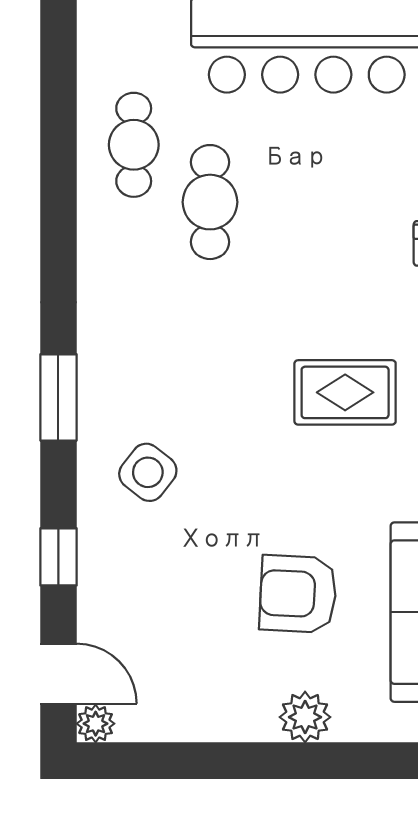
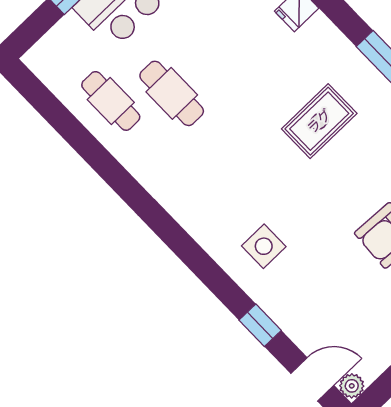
window: (58, 397) -> (189, 252), removed
side table: (148, 472) -> (264, 246), turned -38

